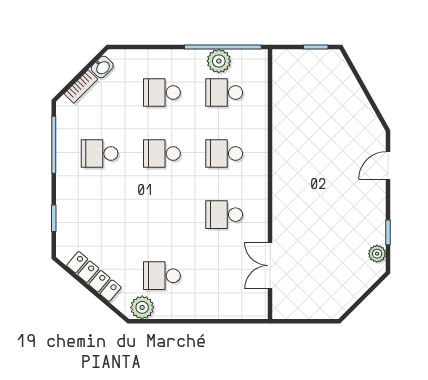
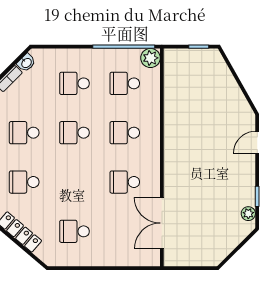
plant: (219, 61) -> (150, 58), moved
school desk: (100, 215) -> (24, 182), added
double door: (270, 266) -> (162, 223), width x1.37
plant: (142, 307) -> (59, 257), removed

